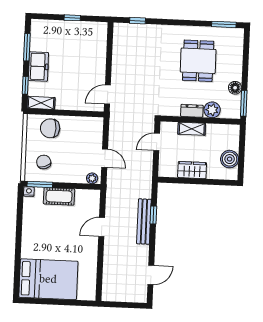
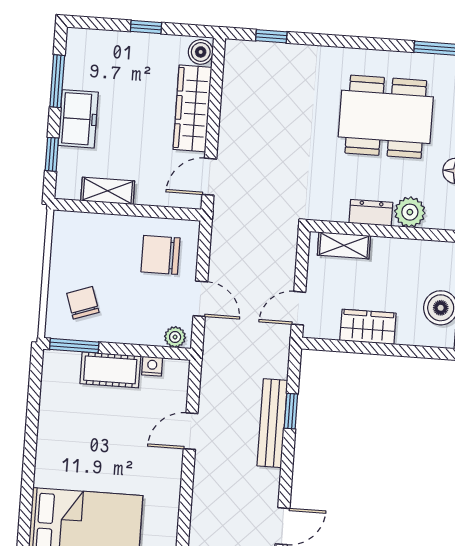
boiler: (101, 30) -> (201, 52), added
wardrobe: (98, 59) -> (192, 108), added
dining table: (198, 61) -> (386, 117), width x1.37
shelving: (41, 103) -> (108, 191), moved
chair: (50, 128) -> (161, 255), moved
shelving: (192, 129) -> (344, 245), moved
door: (157, 142) -> (299, 308), moved
nightstand: (29, 192) -> (152, 366), moved

